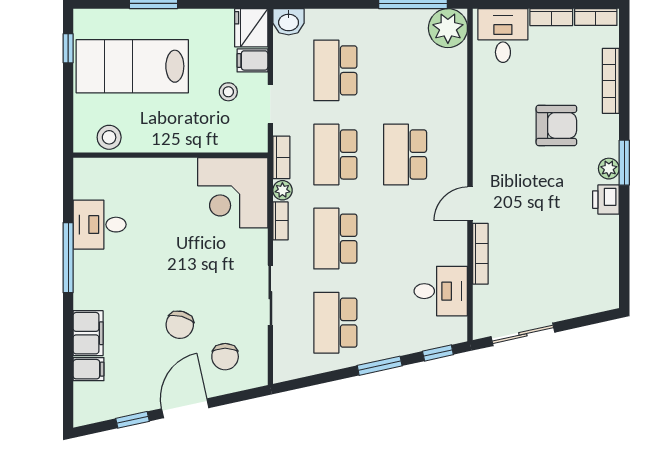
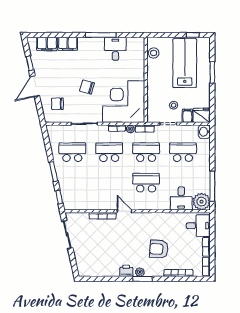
armchair: (556, 125) -> (159, 249), turned 94
corner desk: (233, 193) -> (124, 102), width x1.36, depth x1.36
desk: (441, 291) -> (181, 198), moved
chair: (180, 325) -> (87, 87), moved
filing cabinet: (89, 369) -> (47, 44), width x2.00
door: (185, 408) -> (35, 86), swing flipped

